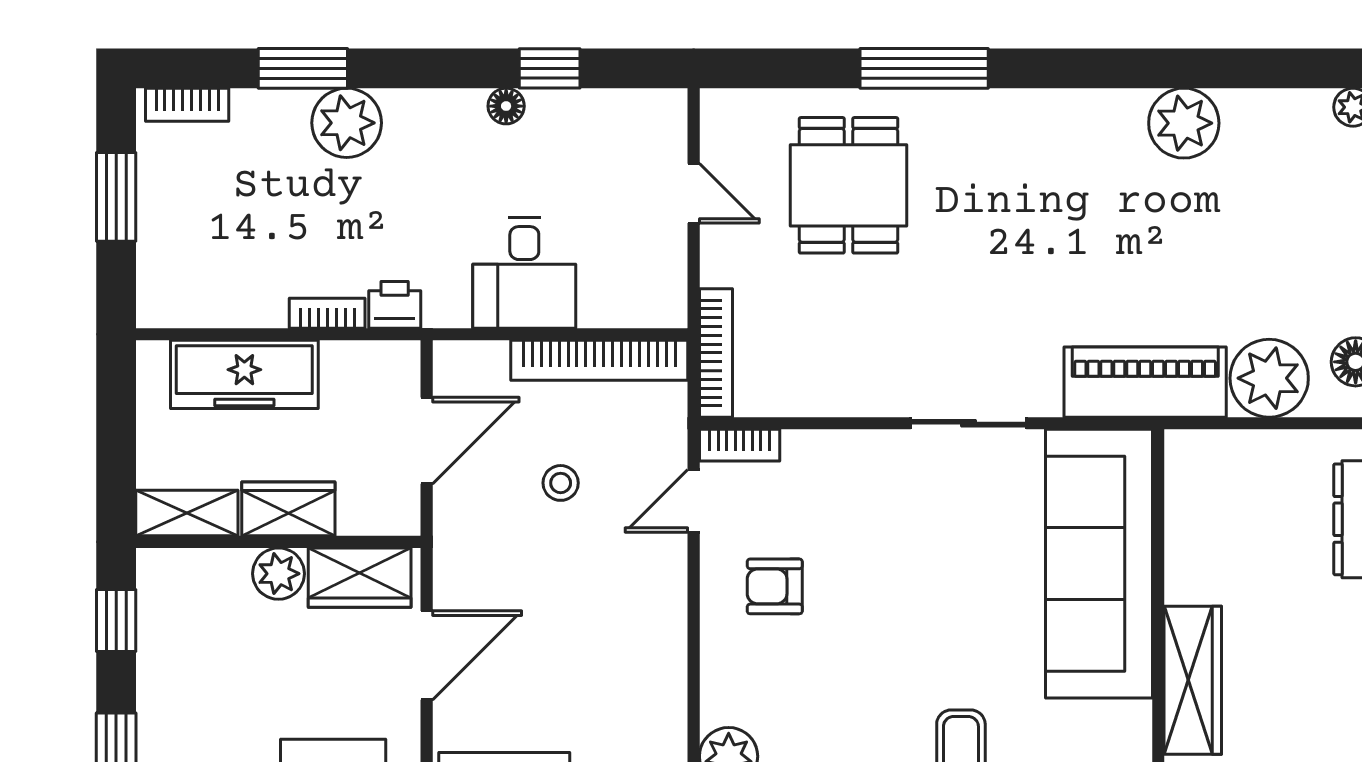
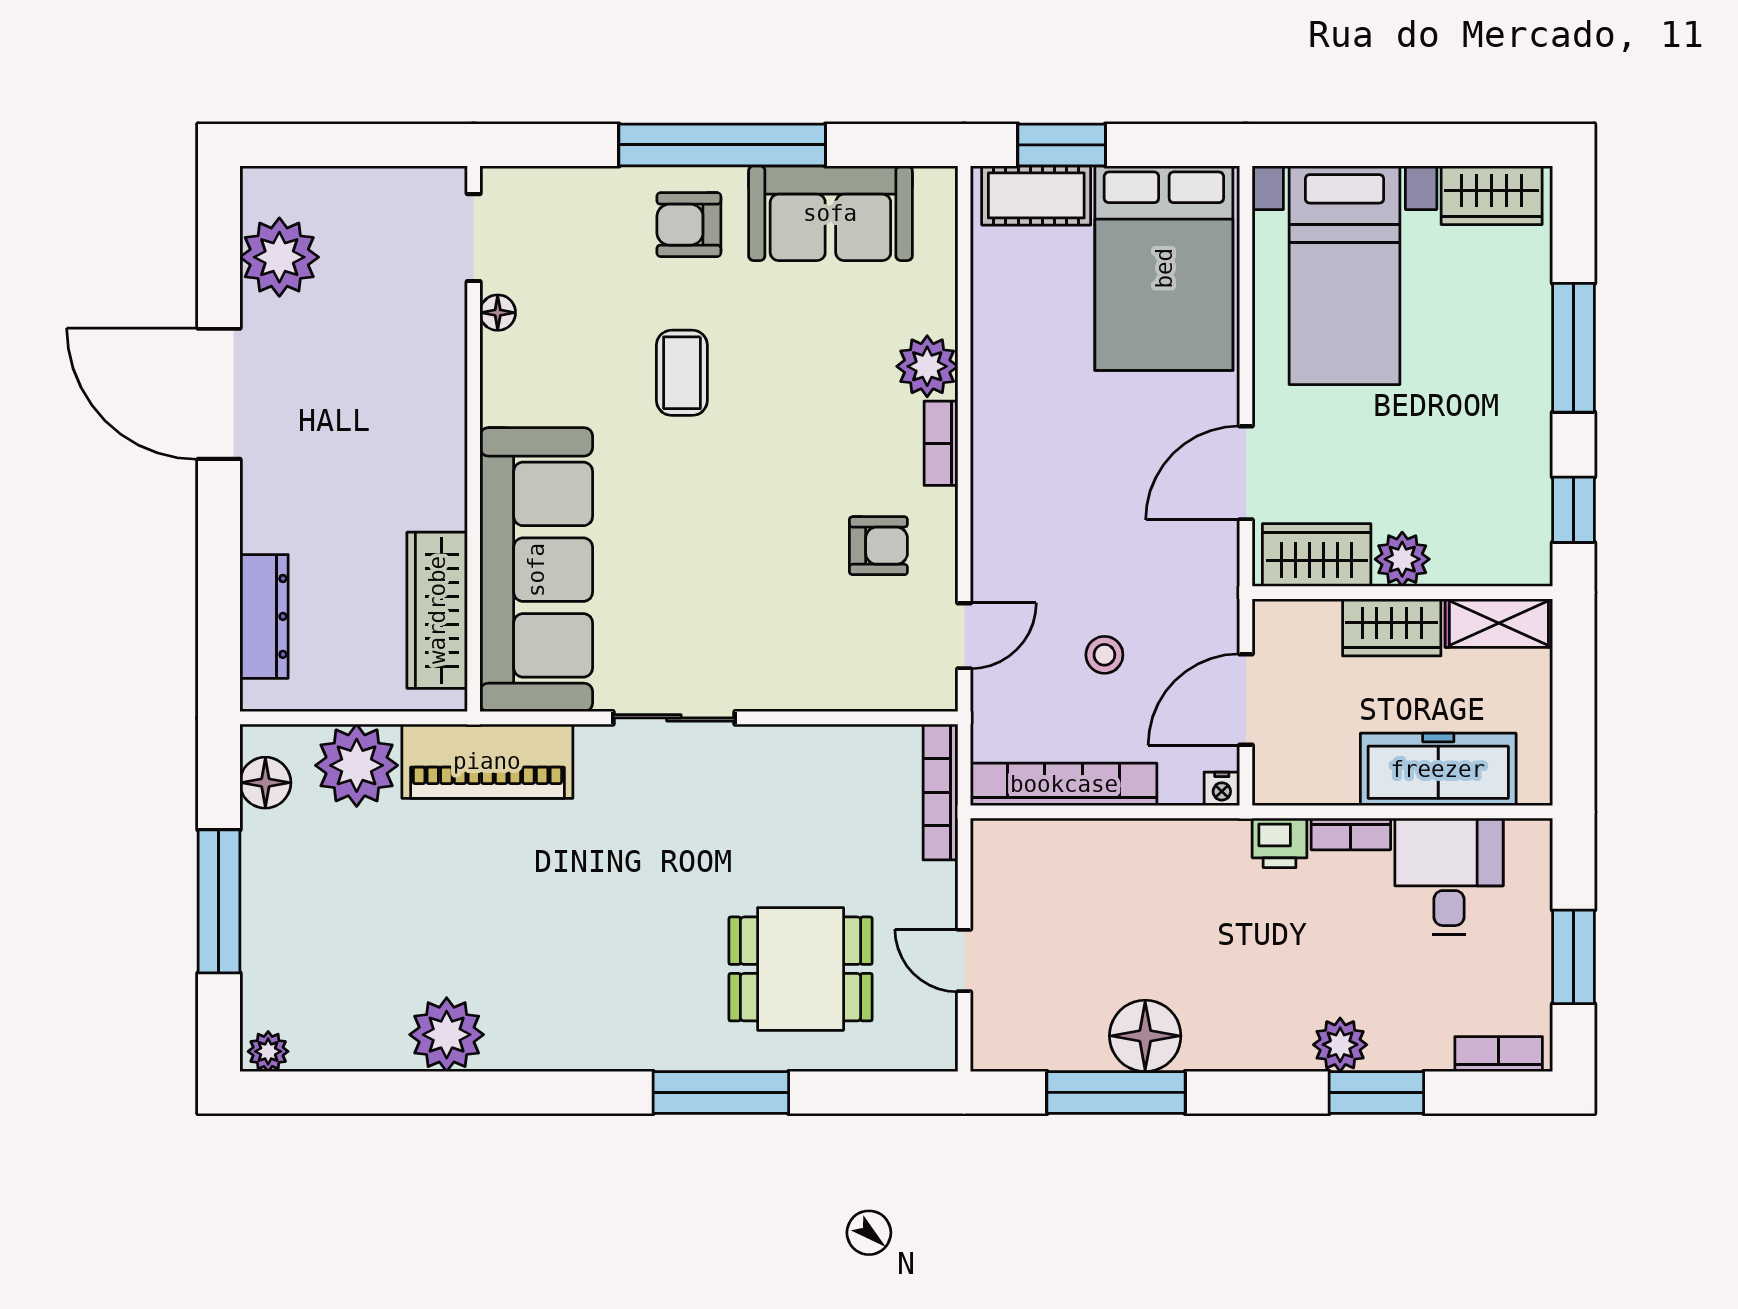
window: (550, 68) -> (1116, 1092), width x2.17
floor lamp: (506, 106) -> (1145, 1036), width x1.89, depth x1.89
plant: (347, 123) -> (1340, 1045), width x0.73, depth x0.73
dining table: (848, 185) -> (801, 969), turned 90
desk: (524, 273) -> (1449, 877), moved
nightstand: (449, 356) -> (1222, 789), added
bookcase: (740, 445) -> (941, 443), moved, turned -90
wardrobe: (1193, 680) -> (437, 610), moved

